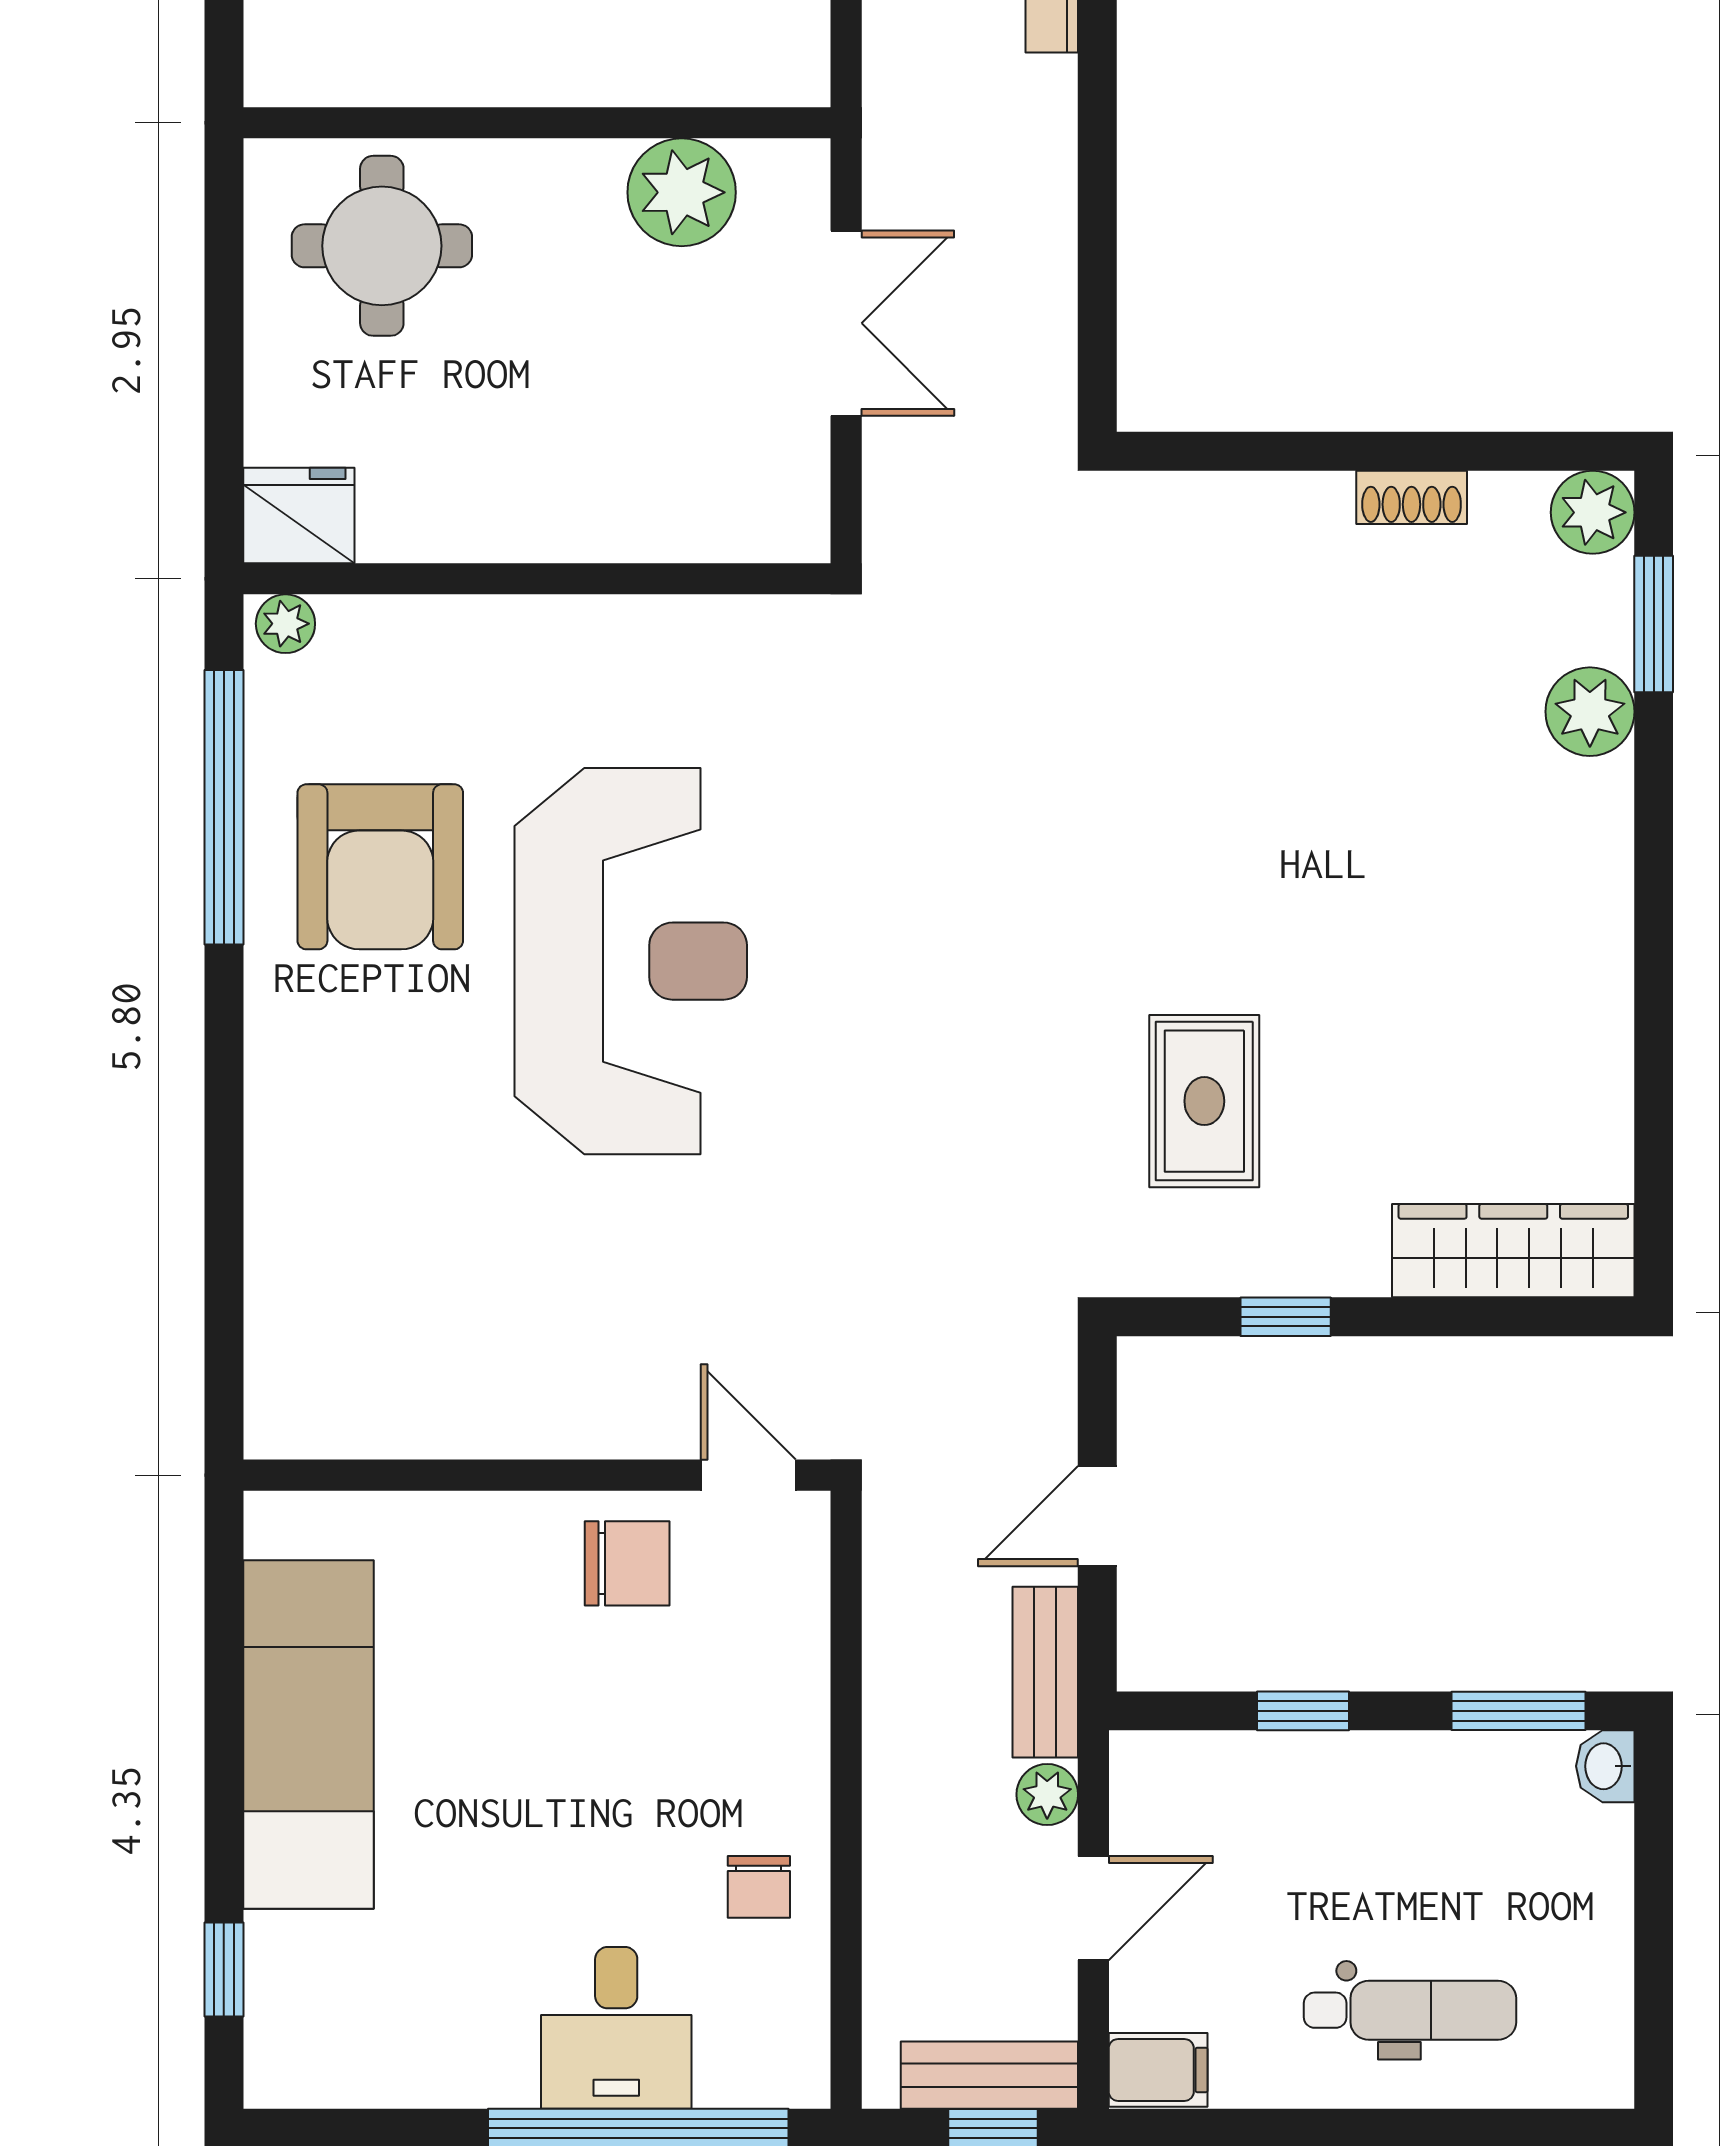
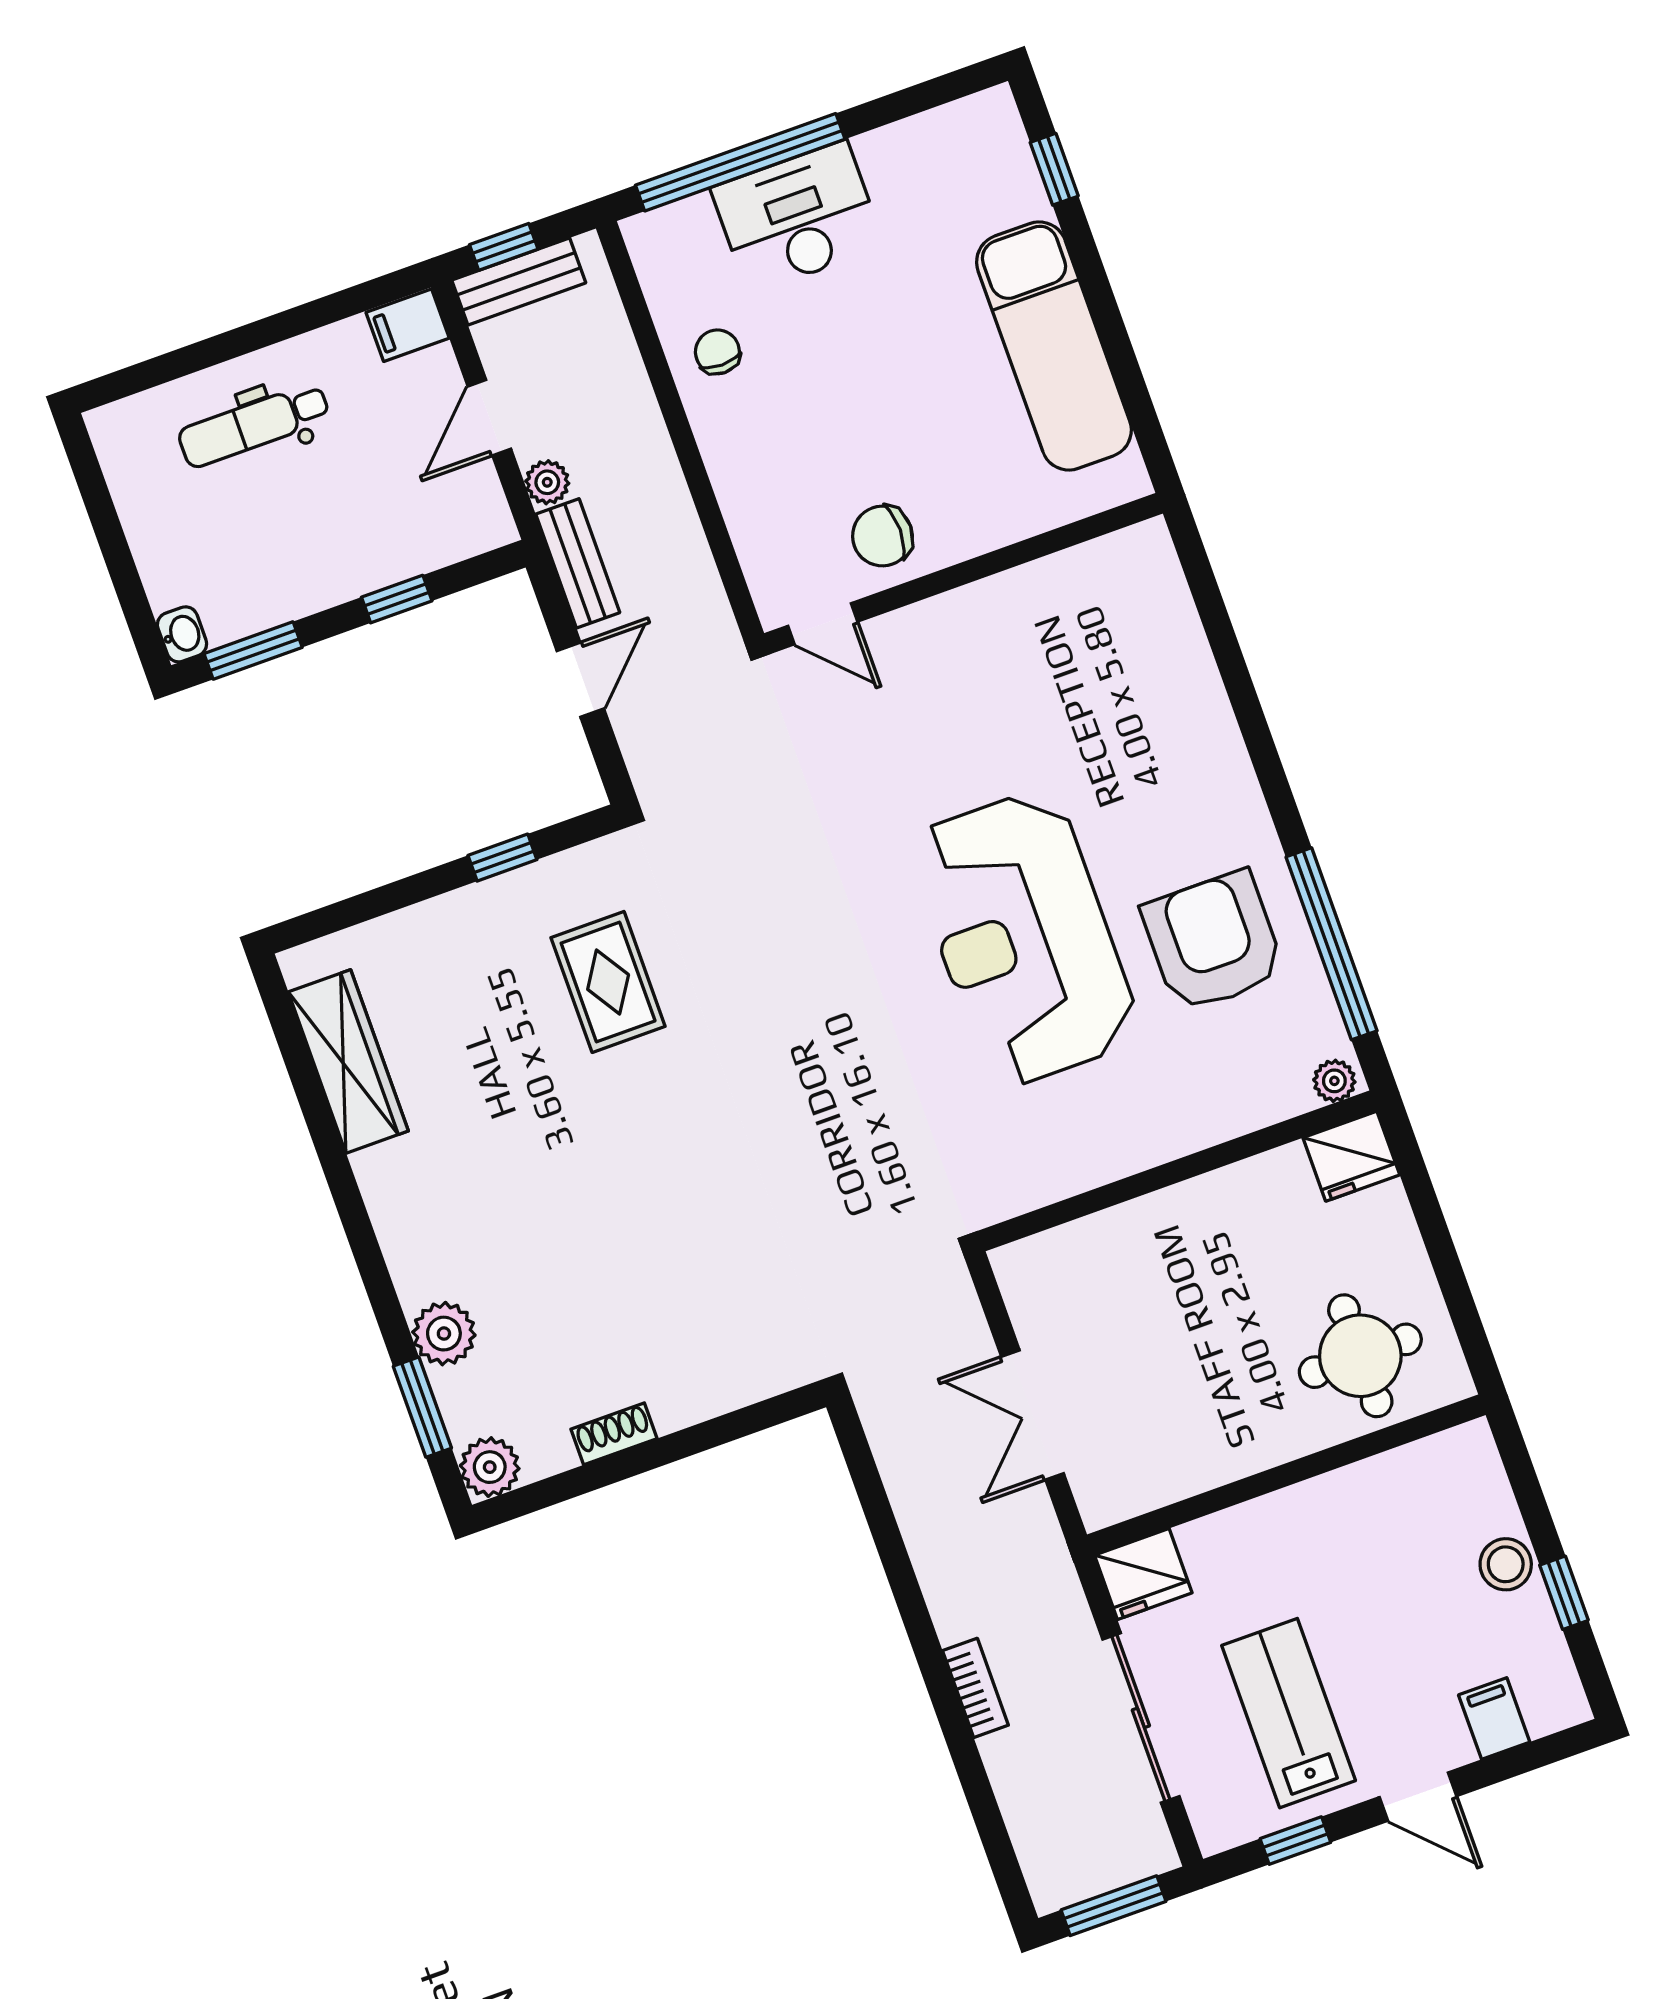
fridge: (774, 59) -> (1143, 1574), added
plant: (682, 192) -> (1173, 1463), removed
wardrobe: (1513, 1251) -> (348, 1061), moved, turned -90
desk: (616, 2028) -> (797, 217), width x1.37

